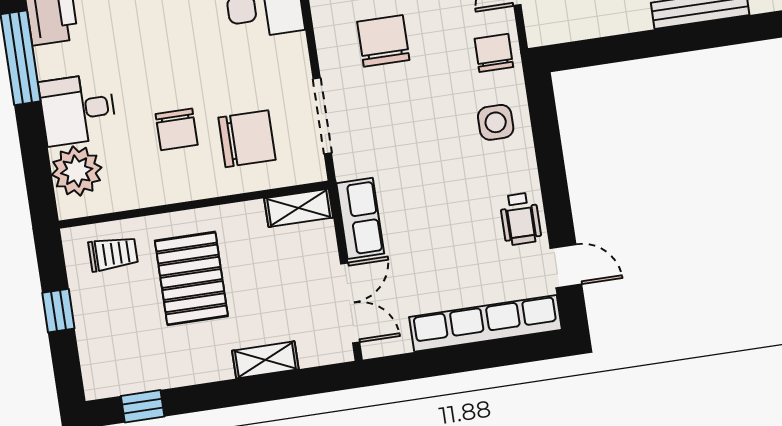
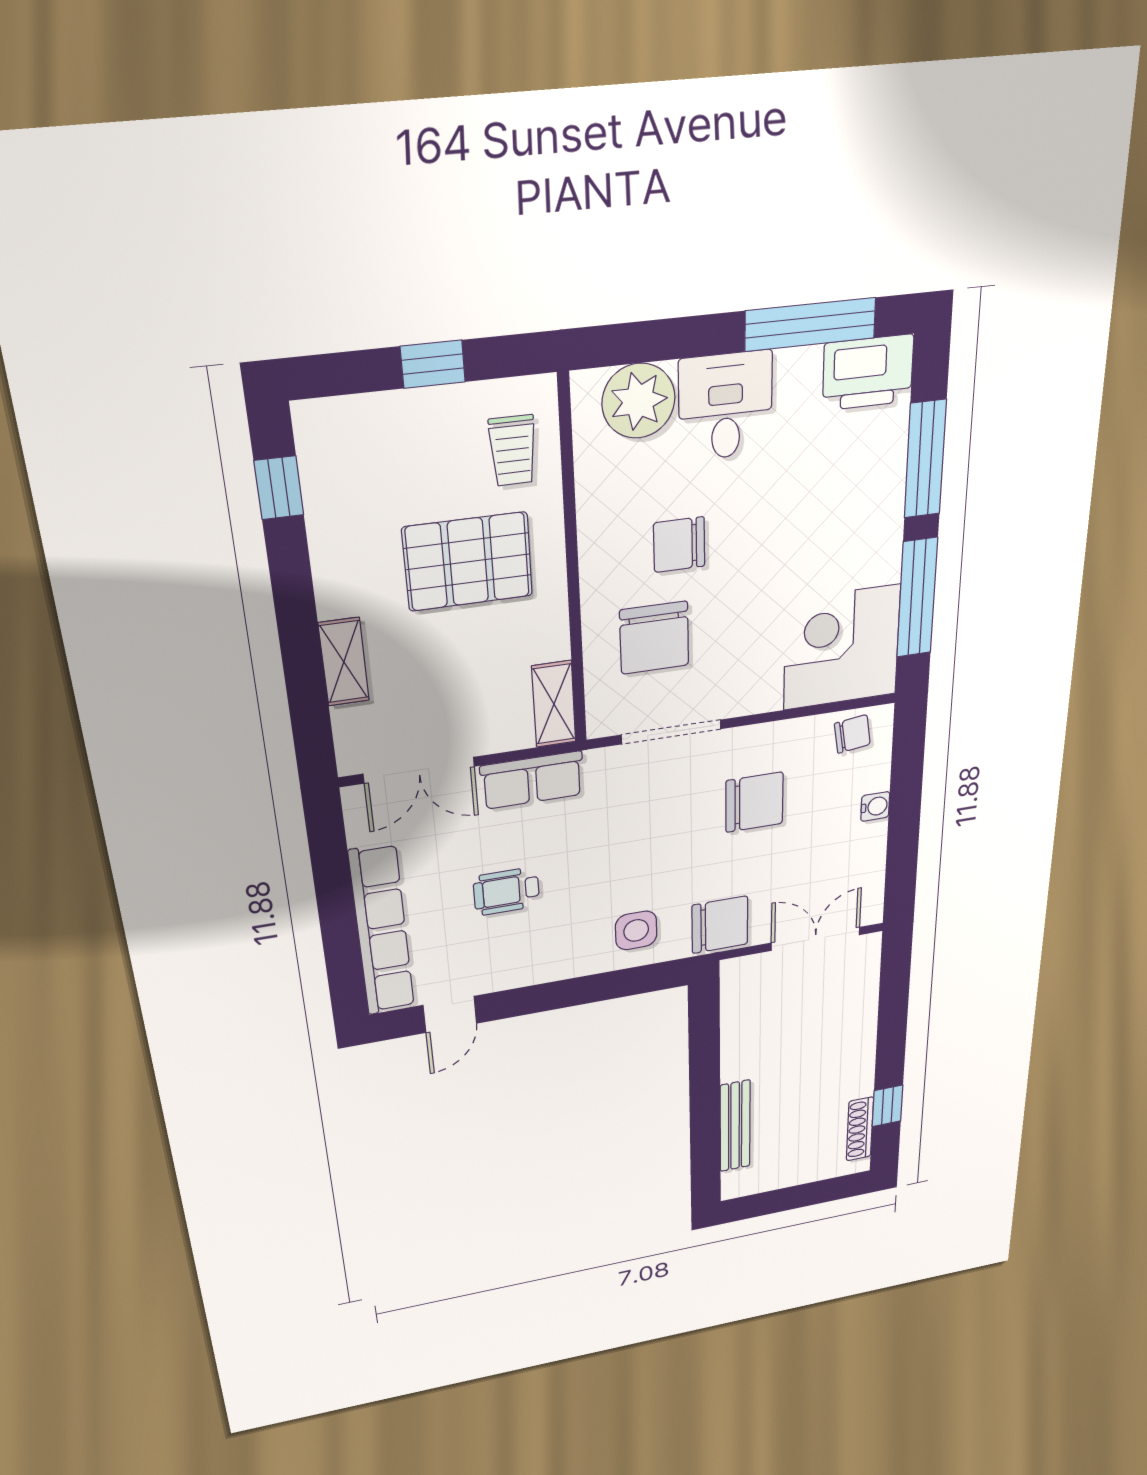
chair: (494, 53) -> (720, 925), width x1.37, depth x1.37
wheelchair: (520, 219) -> (506, 891), moved

